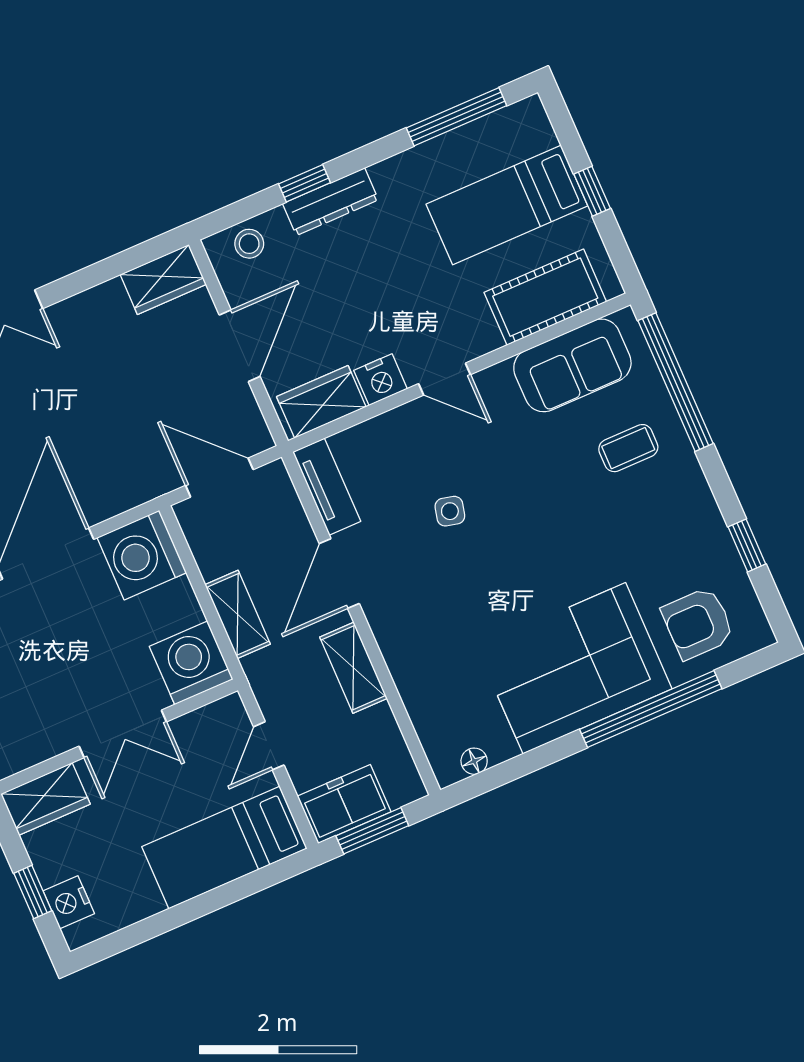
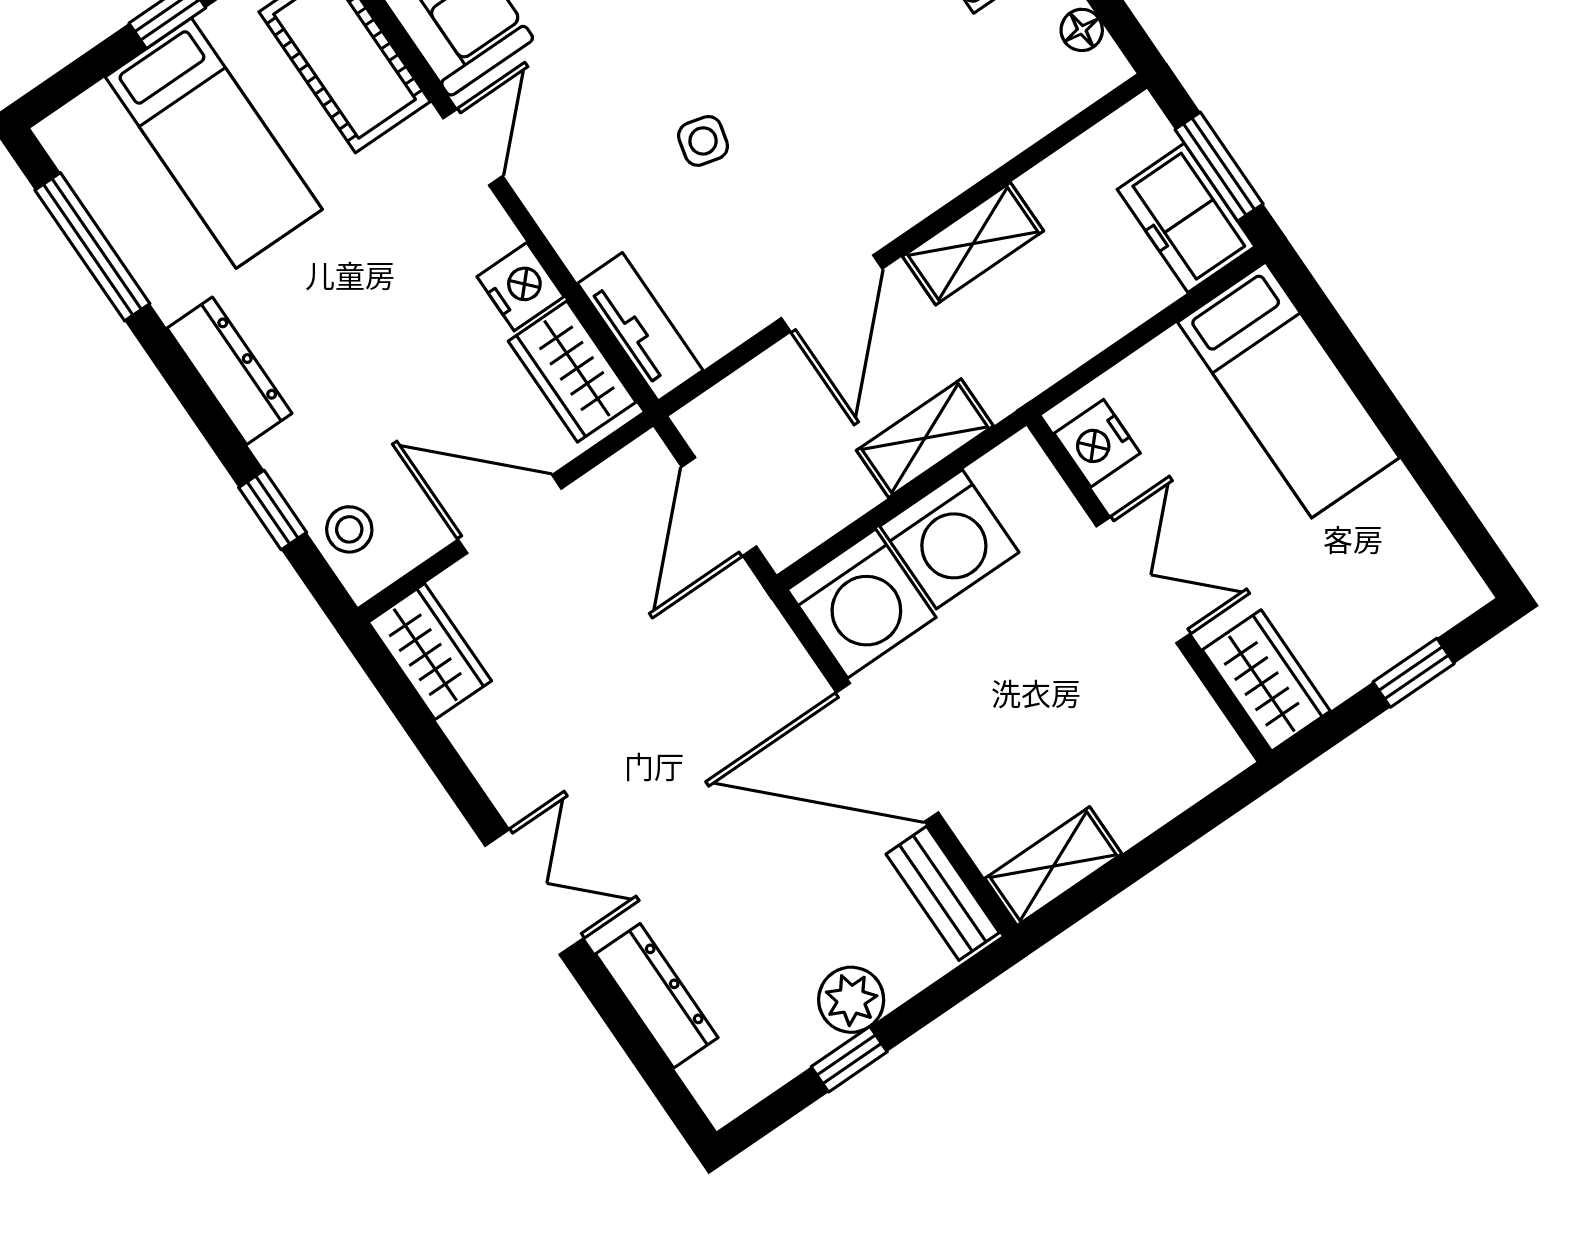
window: (304, 183) -> (273, 510), moved
dresser: (330, 202) -> (229, 371), moved
door: (444, 379) -> (473, 147), moved
tv unit: (327, 487) -> (640, 327), moved, turned 90
door: (339, 573) -> (832, 293), hinge flipped
washing machine: (191, 663) -> (949, 539), moved, turned -90
door: (269, 746) -> (1118, 351), removed
nightstand: (69, 902) -> (1097, 443), moved, turned 90

